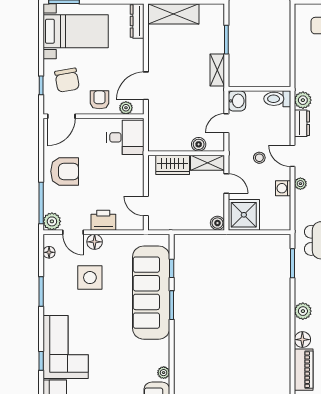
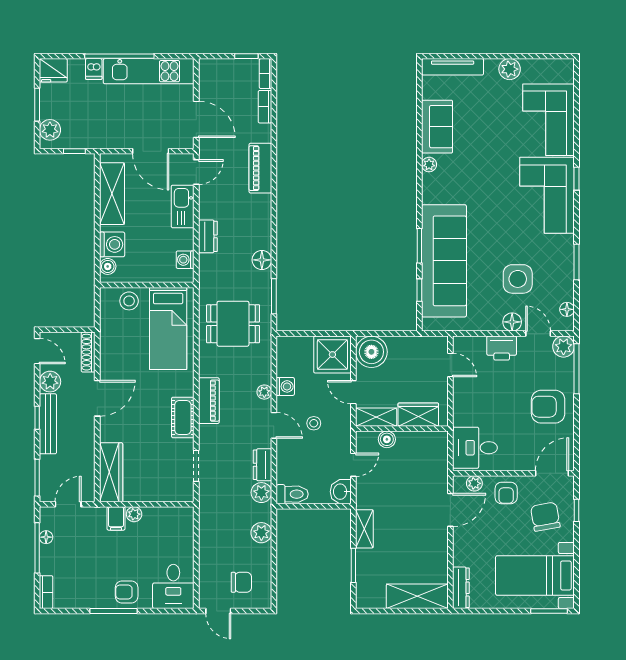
boiler: (217, 223) -> (371, 352), width x1.86, depth x1.86
plant: (303, 311) -> (261, 533), moved
floor lamp: (302, 340) -> (262, 260), moved

